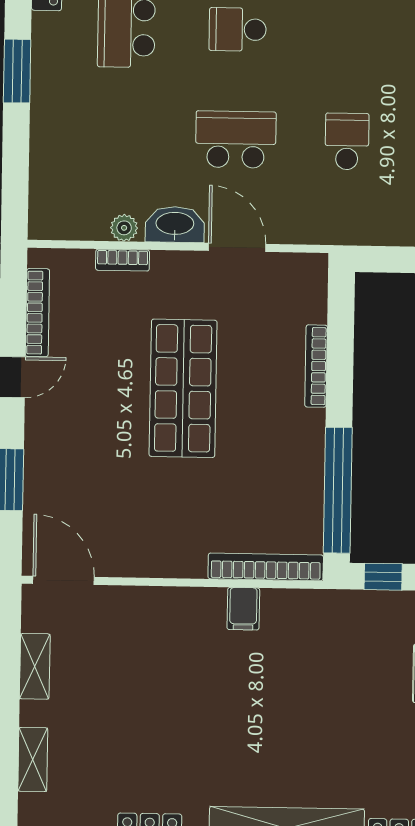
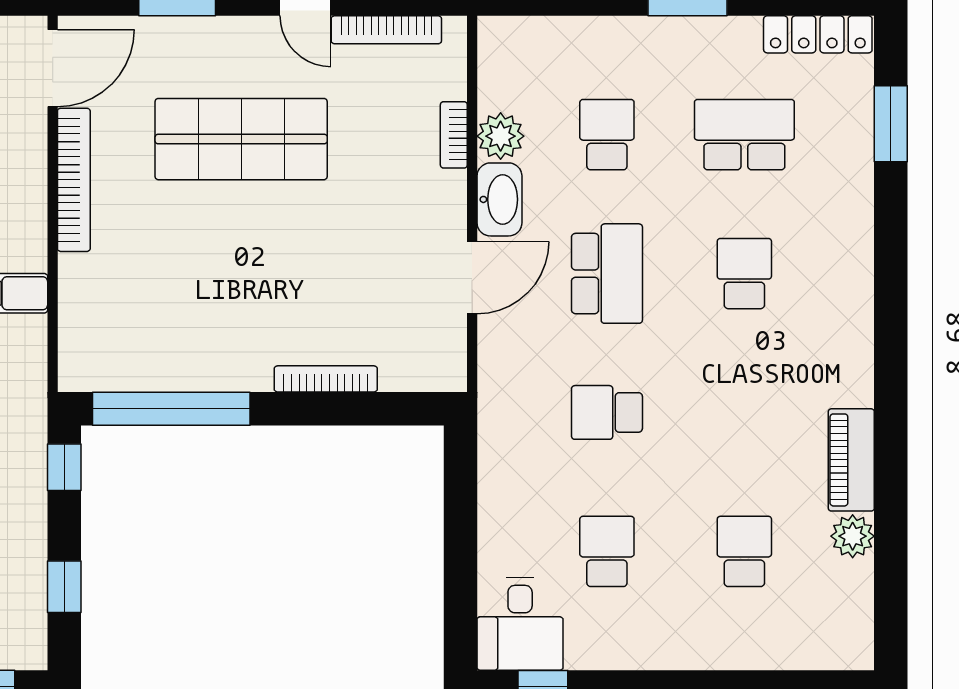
school desk: (124, 137) -> (607, 135), added
school desk: (347, 141) -> (607, 412), turned 180
plant: (124, 228) -> (501, 136), width x1.38, depth x1.38
shop shelf: (183, 388) -> (241, 139), moved
bookcase: (266, 567) -> (74, 180), moved

